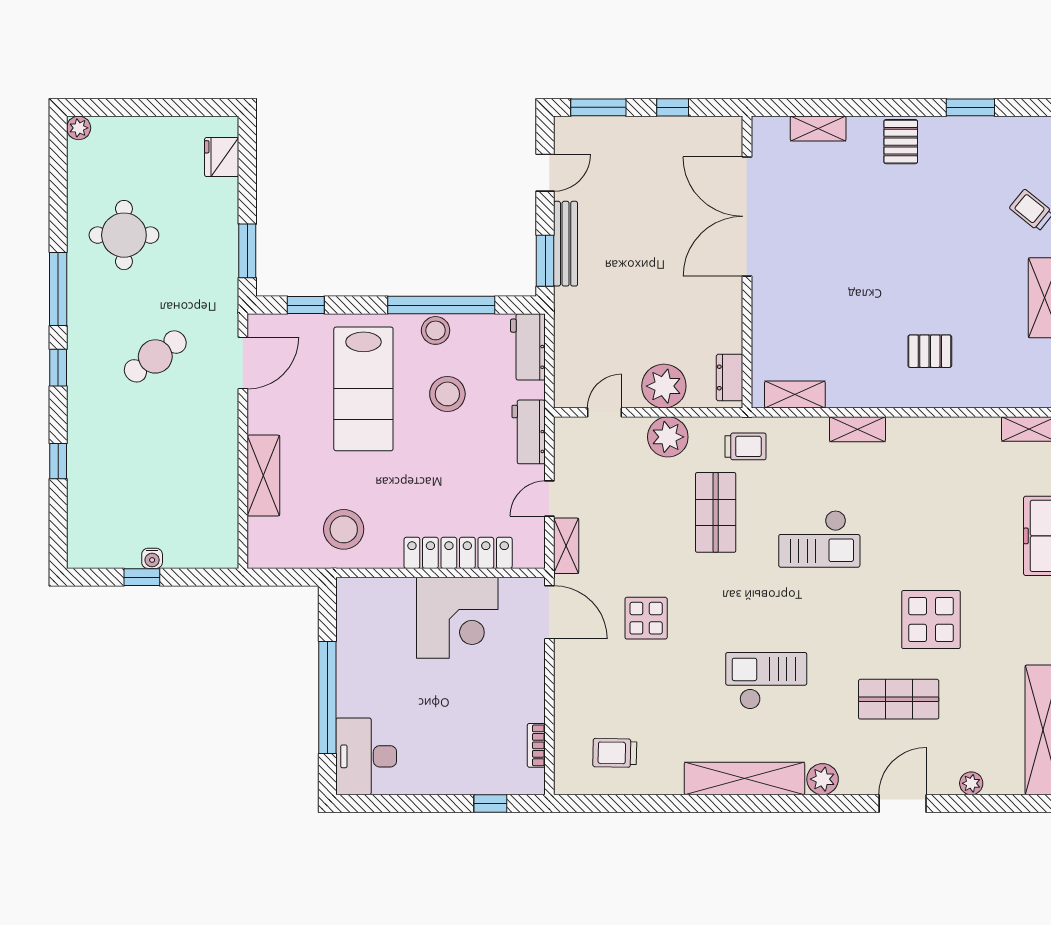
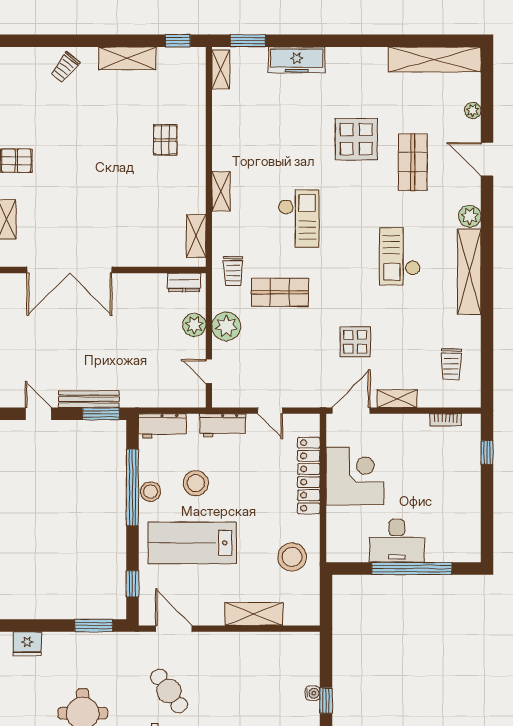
plant: (664, 386) -> (194, 325), width x0.73, depth x0.73
lab bench: (363, 389) -> (192, 543), turned 180
trolley: (746, 446) -> (233, 271), turned 180
shelving: (566, 546) -> (397, 399), moved
desk: (366, 756) -> (397, 541), moved

